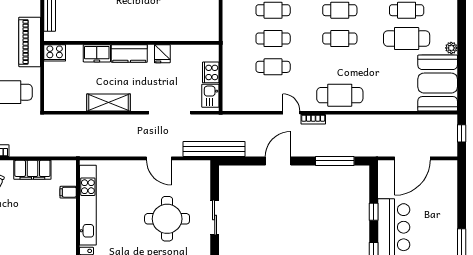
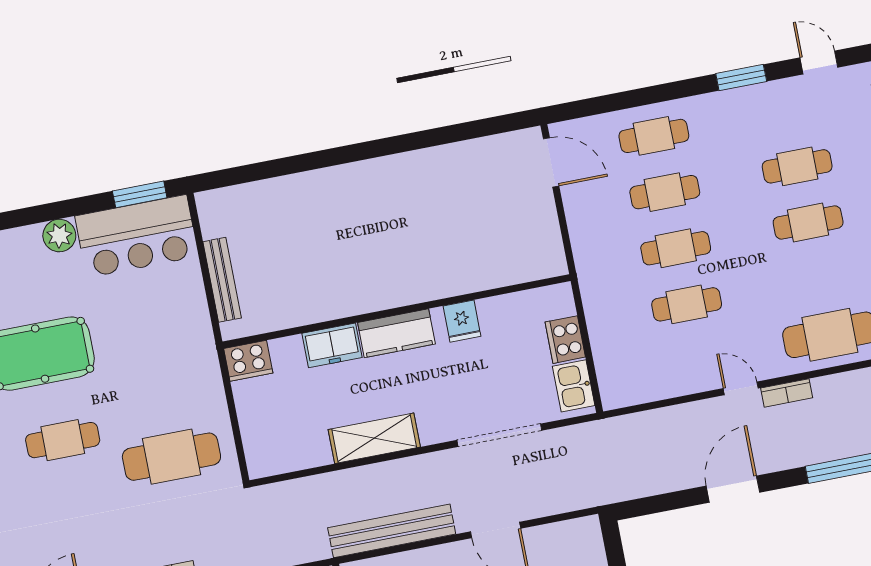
piano: (30, 42) -> (195, 349), removed
bench: (214, 149) -> (392, 531), moved

